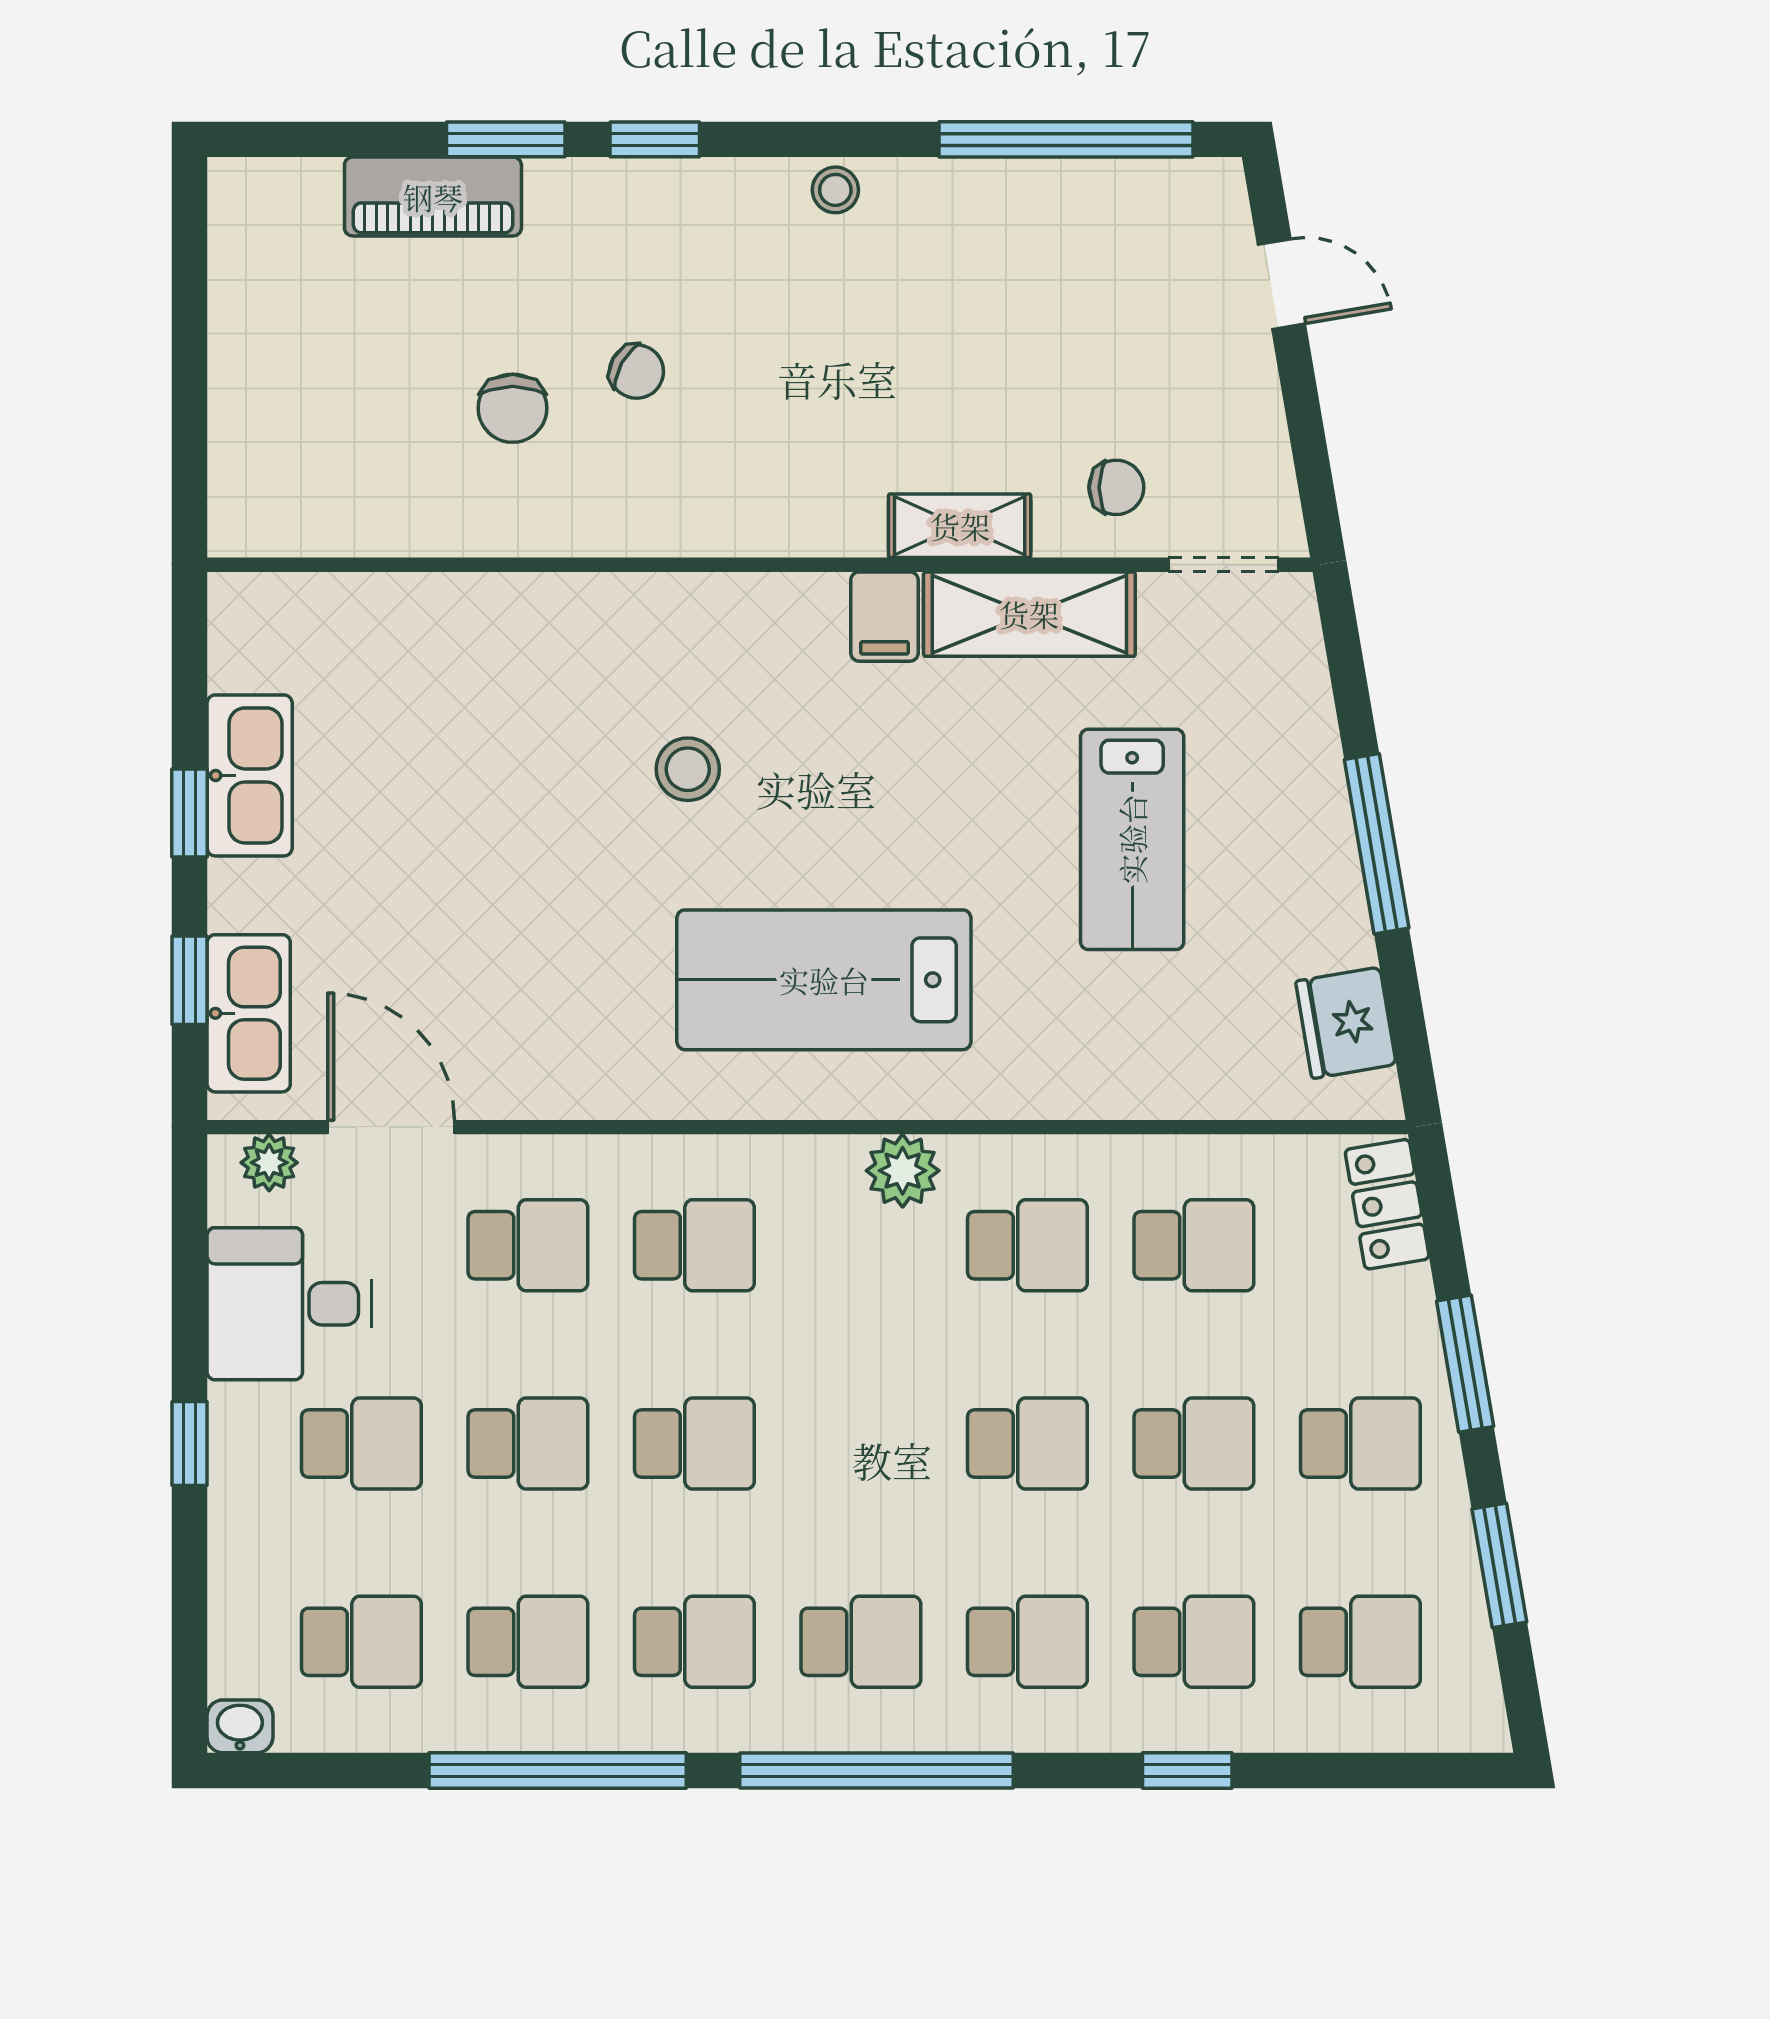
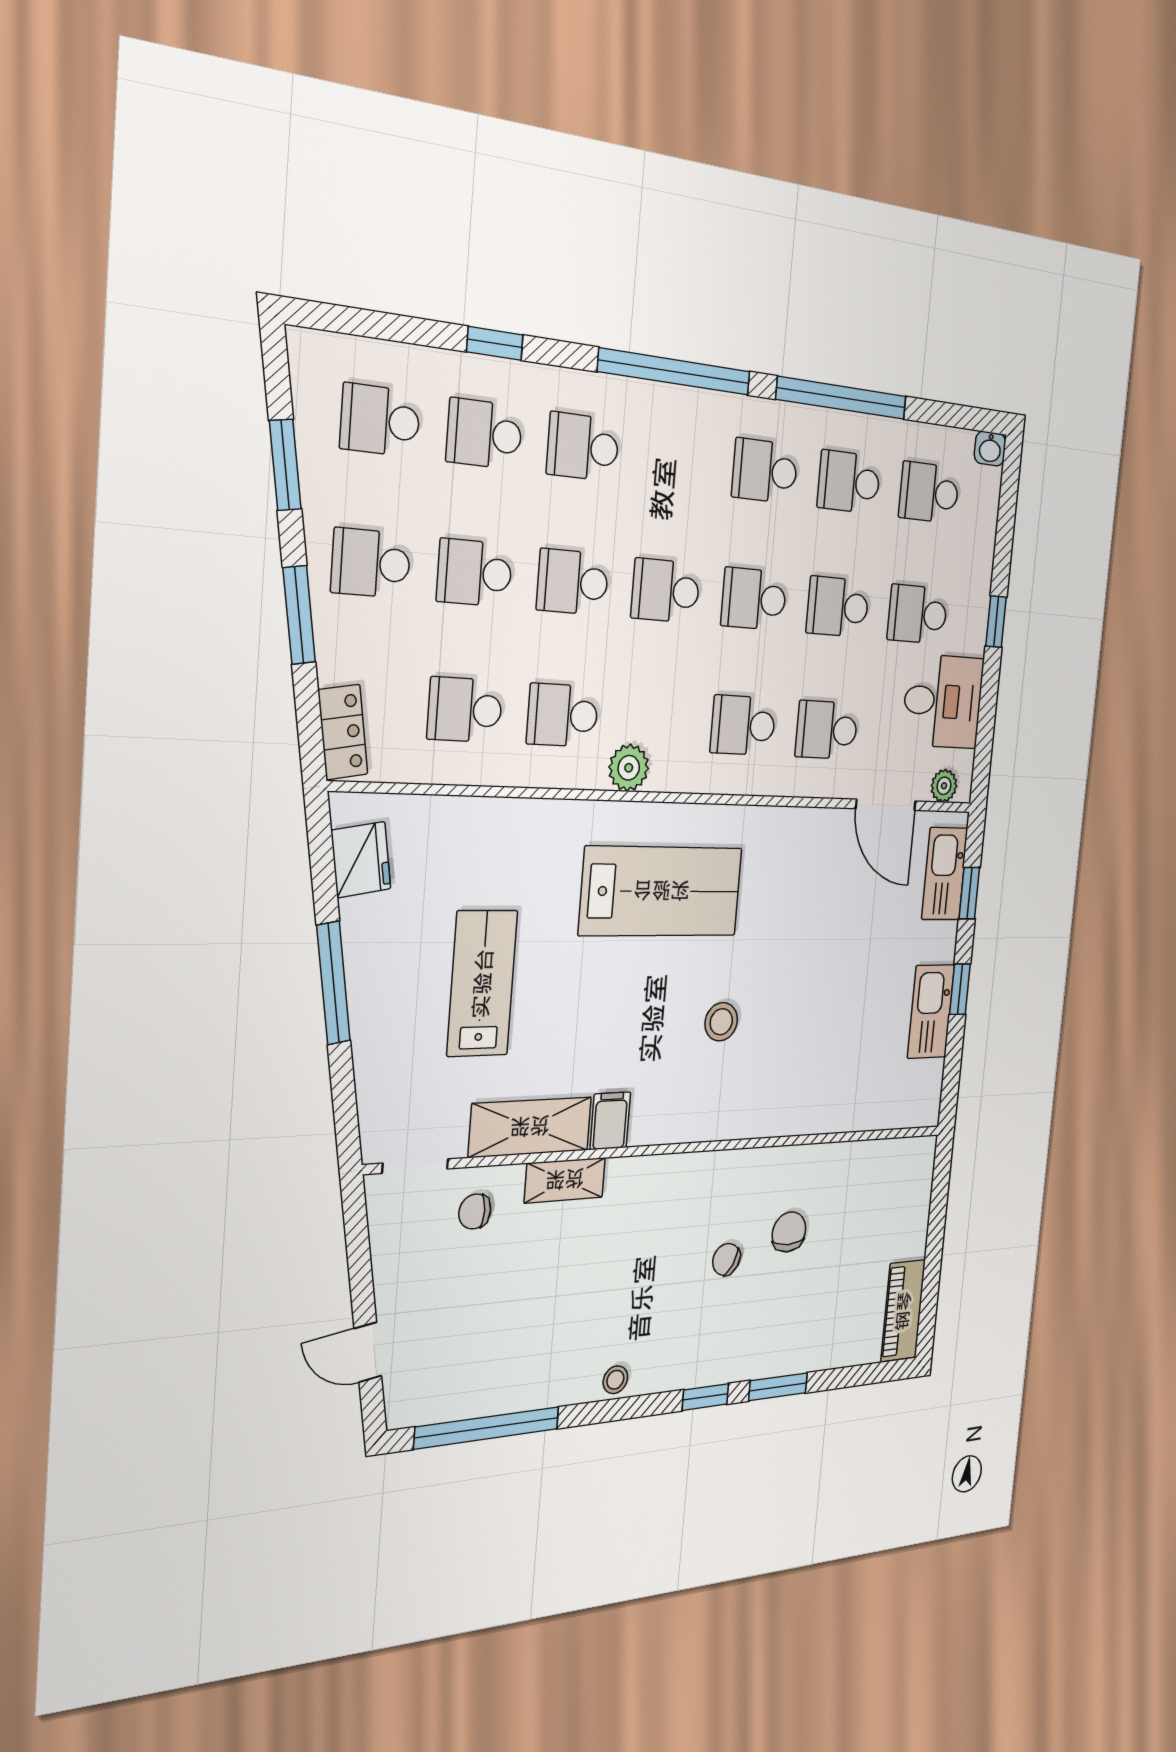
piano: (433, 197) -> (903, 1311), moved, turned -90
school desk: (861, 1642) -> (666, 591), moved

